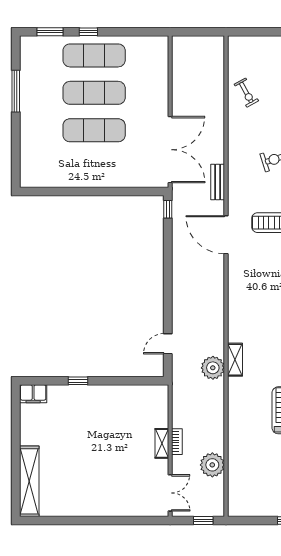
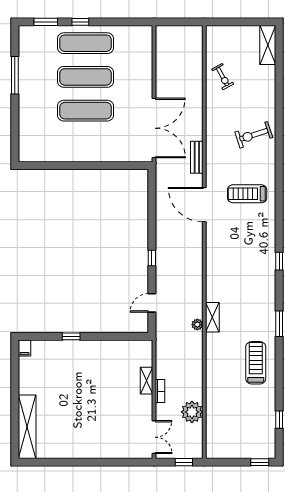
window: (168, 209) -> (152, 258), moved
plant: (213, 368) -> (197, 325), width x0.53, depth x0.53
filing cabinet: (33, 394) -> (25, 348), width x0.50
shelving: (162, 443) -> (147, 381), moved

